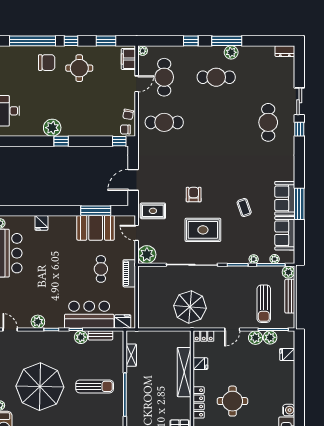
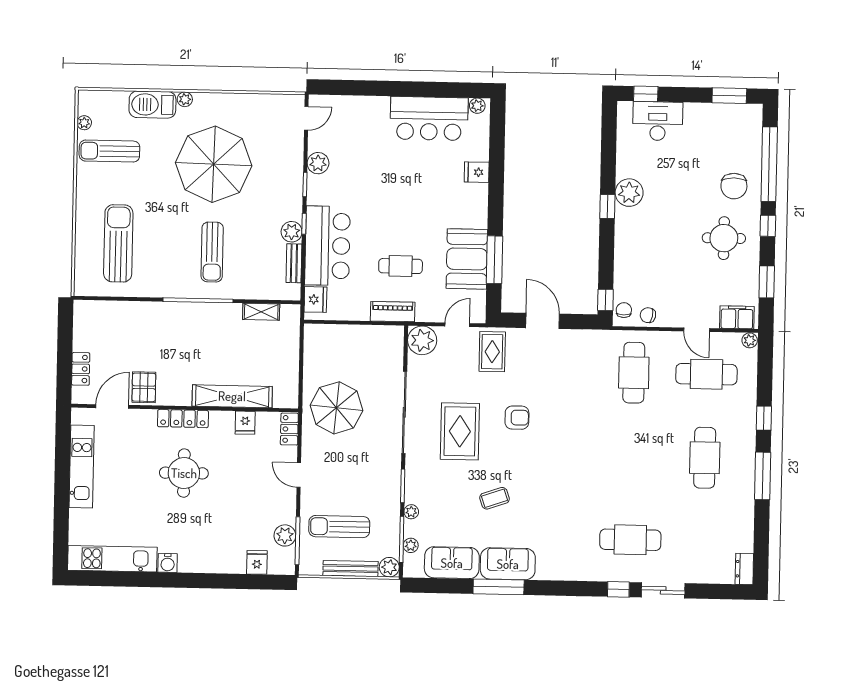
plant: (231, 52) -> (744, 483), removed
plant: (256, 338) -> (285, 512), removed

